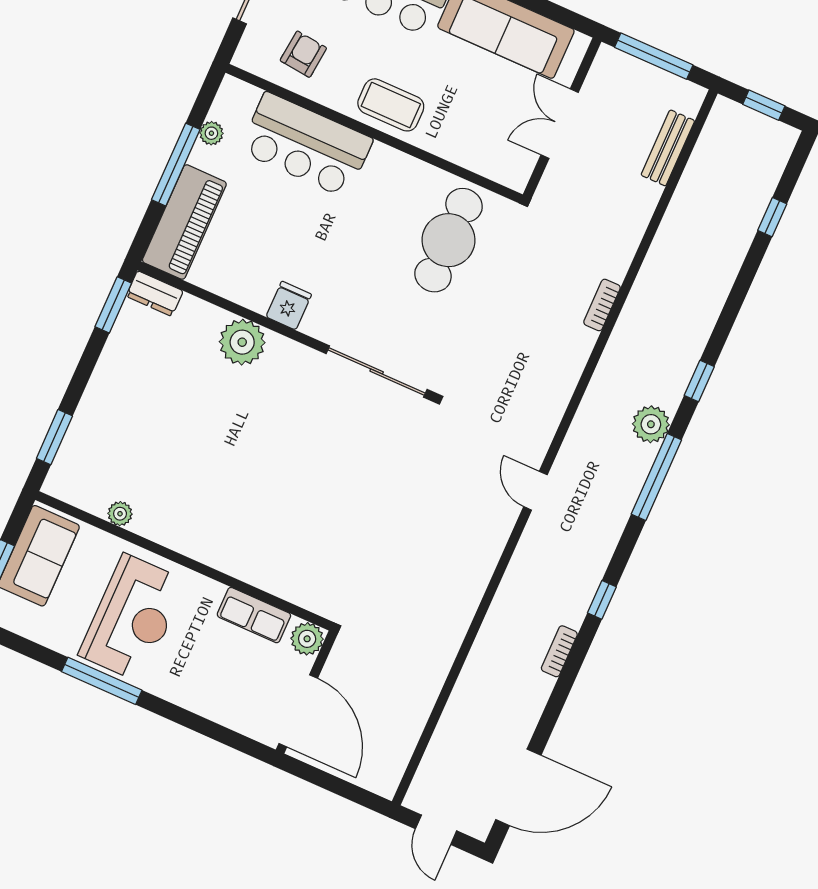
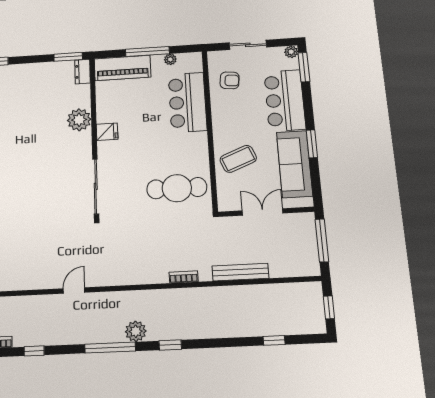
coffee table: (391, 105) -> (238, 159), moved, turned 68
bench: (668, 148) -> (240, 272), moved, width x1.36

